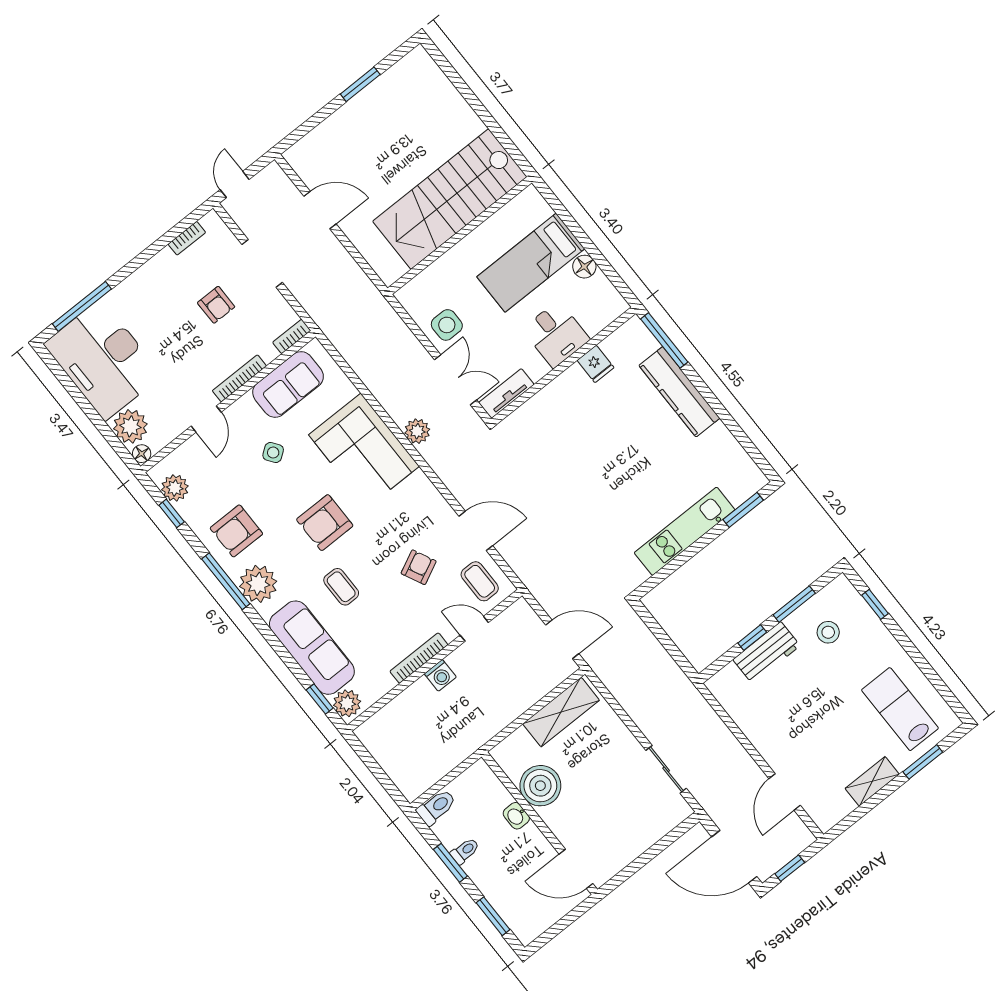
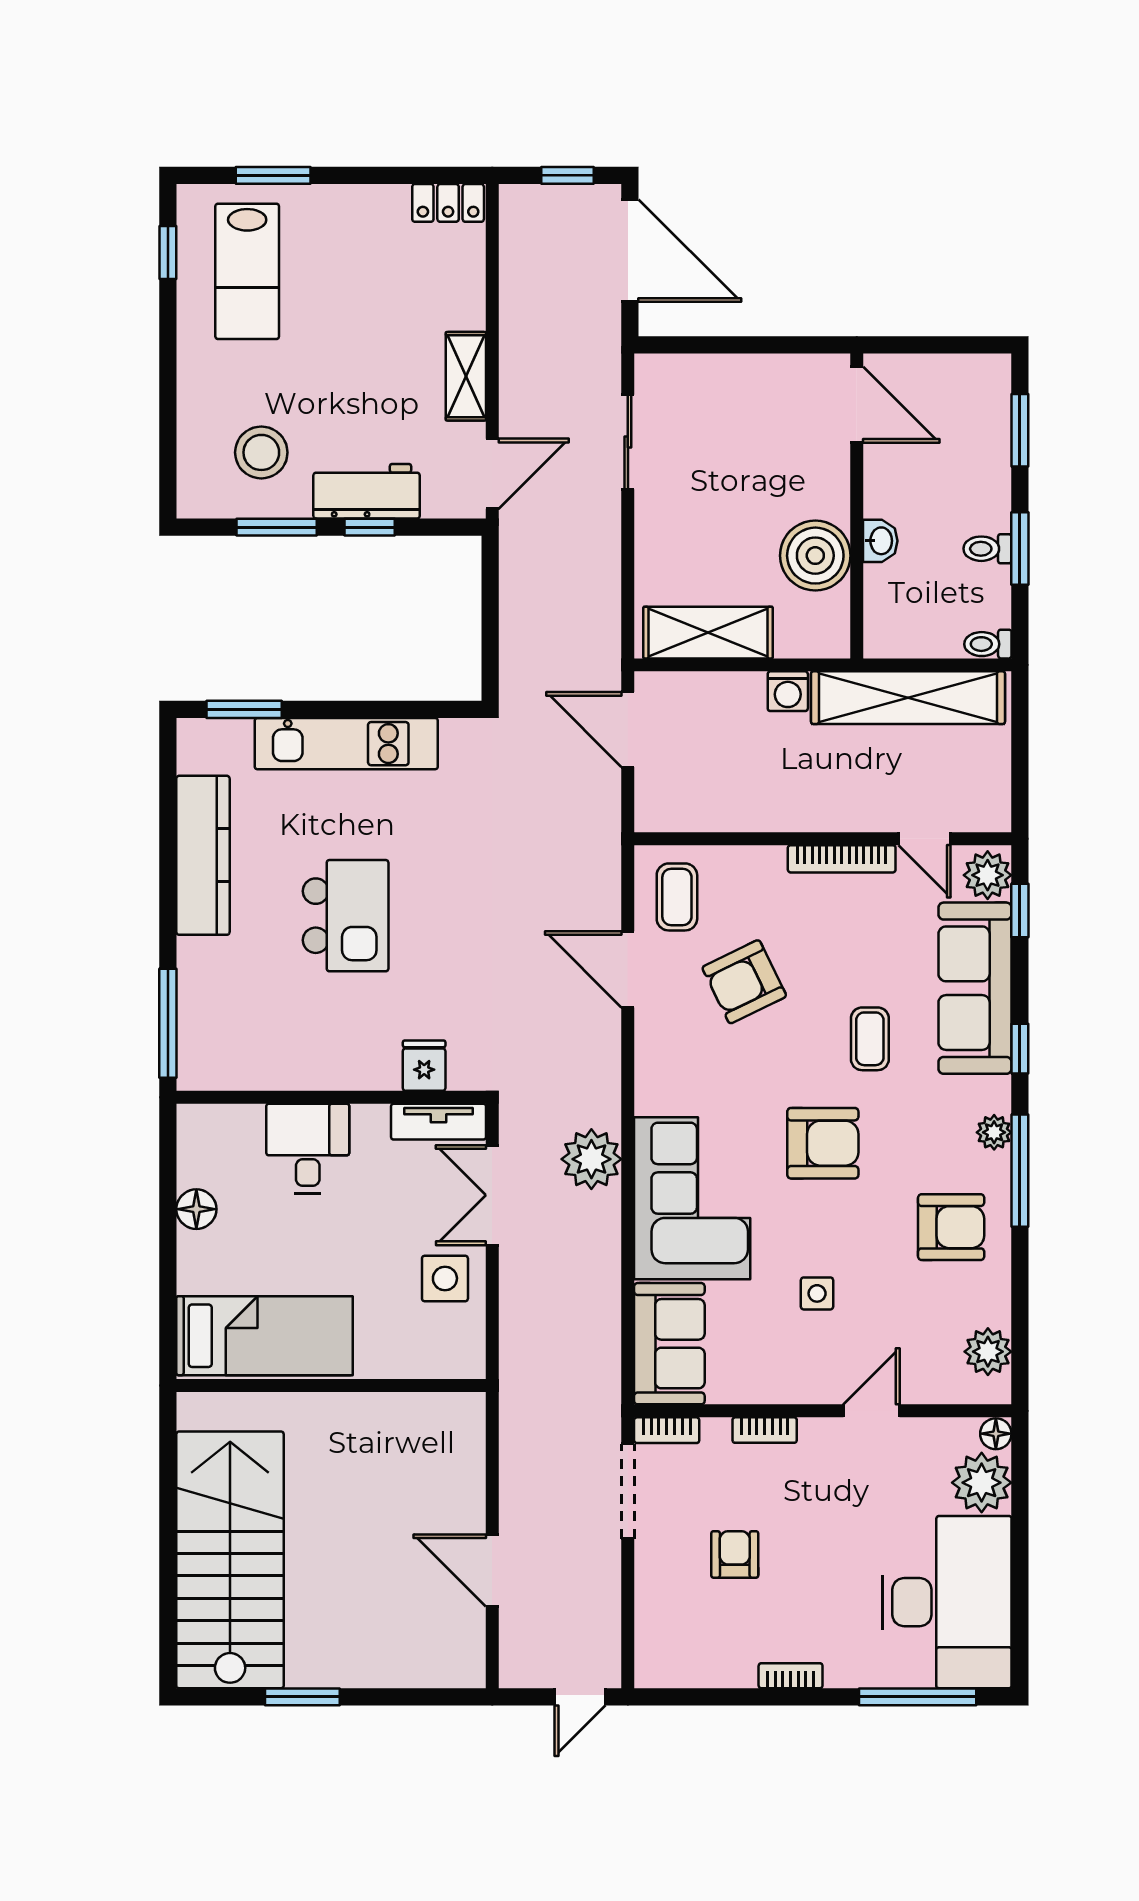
stairs: (450, 199) -> (230, 1560), moved, turned -90
bookcase: (187, 238) -> (791, 1676), moved
doorway: (262, 263) -> (628, 1491), moved
bed: (531, 263) -> (265, 1336), moved
fridge: (596, 364) -> (424, 1066), moved
bookcase: (239, 378) -> (765, 1430), width x0.64
sofa: (288, 384) -> (669, 1344), moved, turned 90
kitchen counter: (679, 392) -> (203, 855), moved
plant: (417, 431) -> (591, 1159), width x1.36, depth x1.36
side table: (273, 453) -> (817, 1293), turned 36
kitchen island: (623, 453) -> (346, 916), added
window: (172, 513) -> (1020, 1049), moved
armchair: (419, 567) -> (744, 982), width x1.38, depth x1.38
plant: (258, 584) -> (994, 1132), width x0.53, depth x0.53
window: (875, 604) -> (168, 252), moved
door: (474, 629) -> (924, 839), moved
stool: (828, 632) -> (261, 452), width x1.38, depth x1.38
washing machine: (440, 675) -> (788, 691), moved, turned 180
shelving: (447, 755) -> (908, 698), added
shelving: (872, 781) -> (466, 376), moved, turned 90
door: (785, 792) -> (492, 474), moved
toilet: (436, 807) -> (988, 644), width x0.73, depth x0.72
locker: (834, 813) -> (448, 203), added

